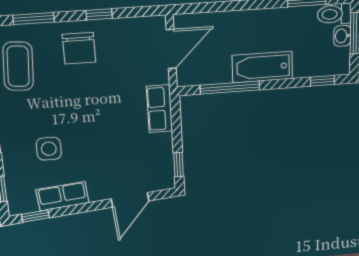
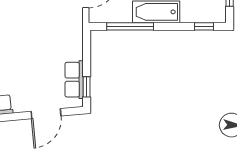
row of seats: (160, 109) -> (74, 80), moved

